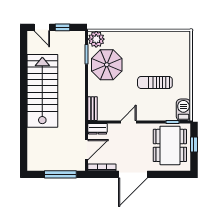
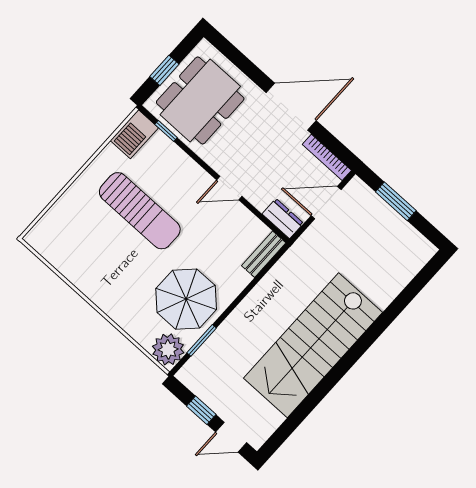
door: (42, 27) -> (231, 437), swing flipped
sun lounger: (155, 82) -> (140, 211), width x1.36, depth x1.34
window: (60, 174) -> (396, 201), width x0.69

